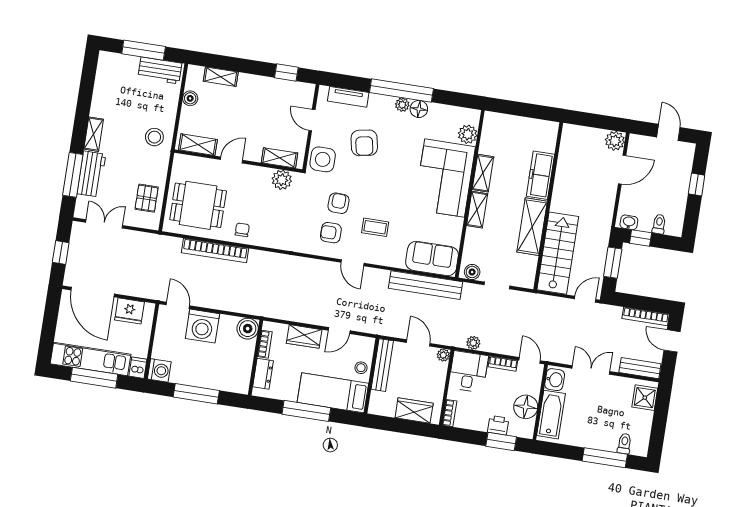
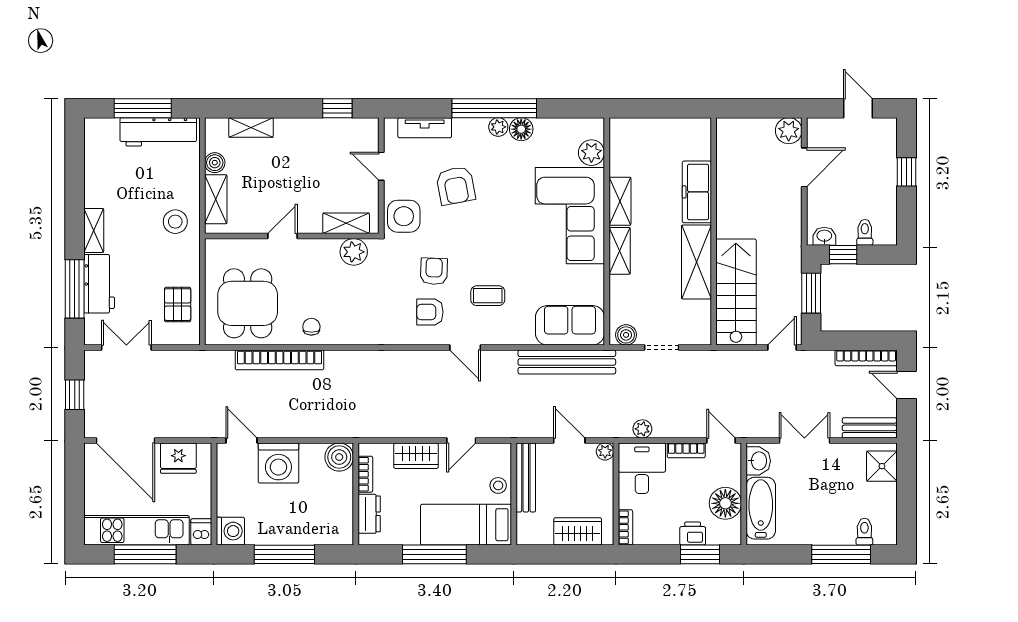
workbench: (160, 70) -> (158, 132), width x1.38
shelving: (198, 145) -> (216, 199), moved, turned 90
dining table: (198, 205) -> (248, 303), turned 90

